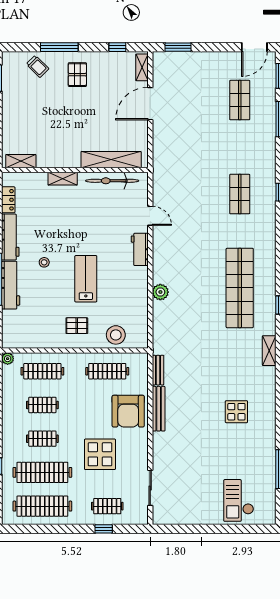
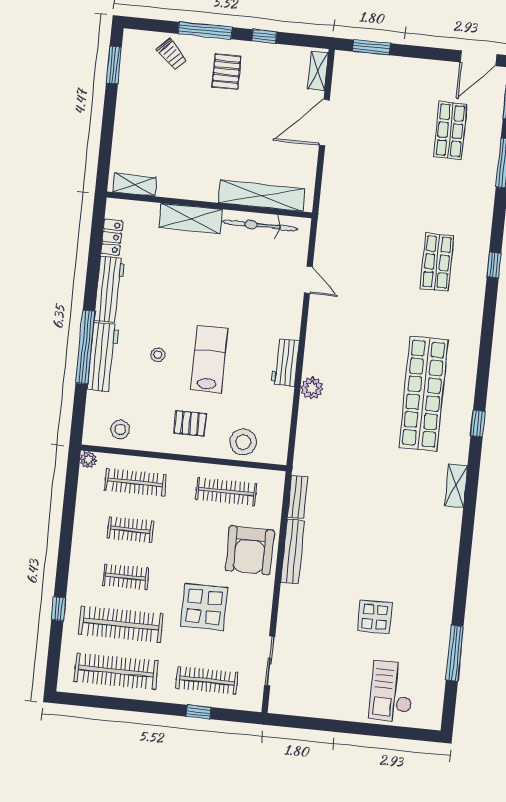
window: (117, 47) -> (264, 36), moved
shelving: (63, 179) -> (191, 218), width x1.50, depth x1.33
workbench: (140, 249) -> (285, 362), moved
stool: (44, 262) -> (158, 355), moved
stool: (28, 335) -> (120, 429), added
display table: (236, 412) -> (375, 617), moved
clothes rail: (107, 506) -> (207, 681), width x1.36

